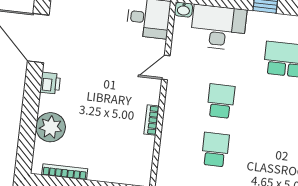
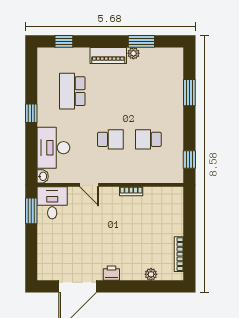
school desk: (221, 101) -> (110, 139), turned 180
plant: (51, 127) -> (151, 274), width x0.53, depth x0.53

